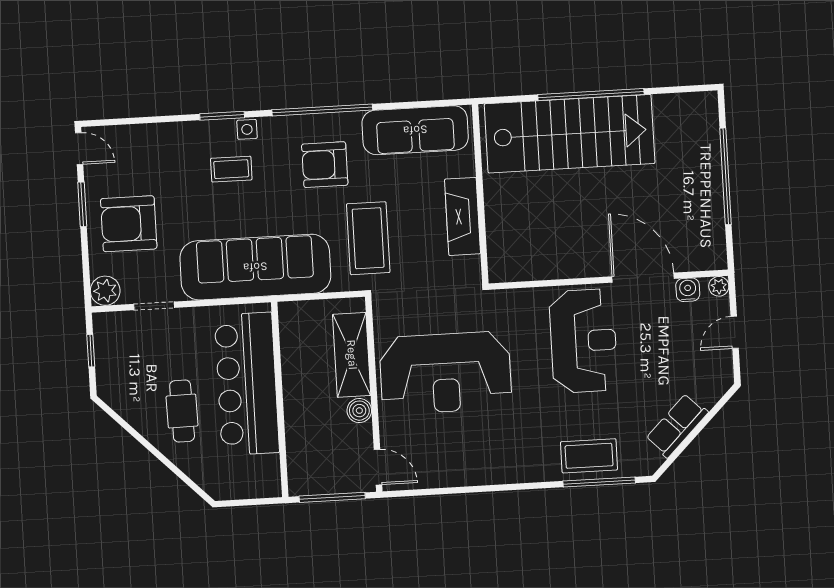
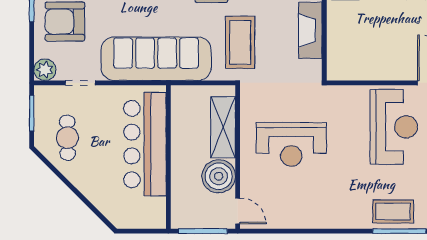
window: (91, 351) -> (32, 113), width x1.50
reception desk: (446, 373) -> (291, 144), width x0.74, depth x0.77
cafe table: (182, 411) -> (67, 138), moved
boiler: (359, 411) -> (219, 176), width x1.86, depth x1.86

